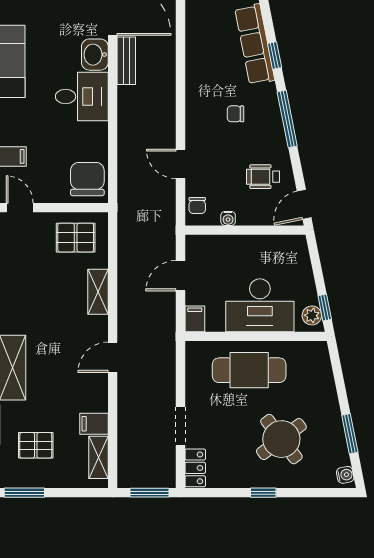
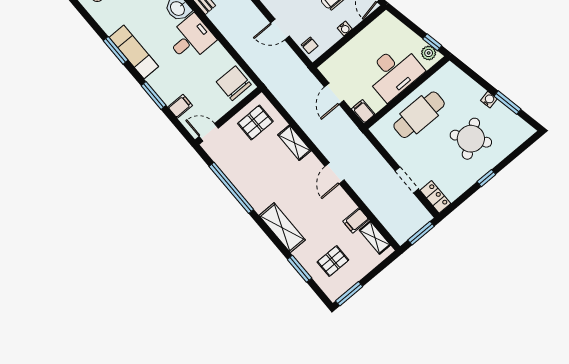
water cooler: (228, 218) -> (345, 28), moved
water cooler: (345, 475) -> (489, 100), moved

